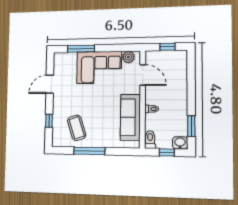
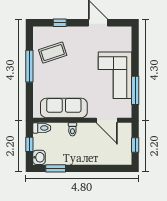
window: (81, 49) -> (135, 90), moved
plant: (129, 57) -> (125, 106), removed
door: (143, 75) -> (107, 120), hinge flipped

